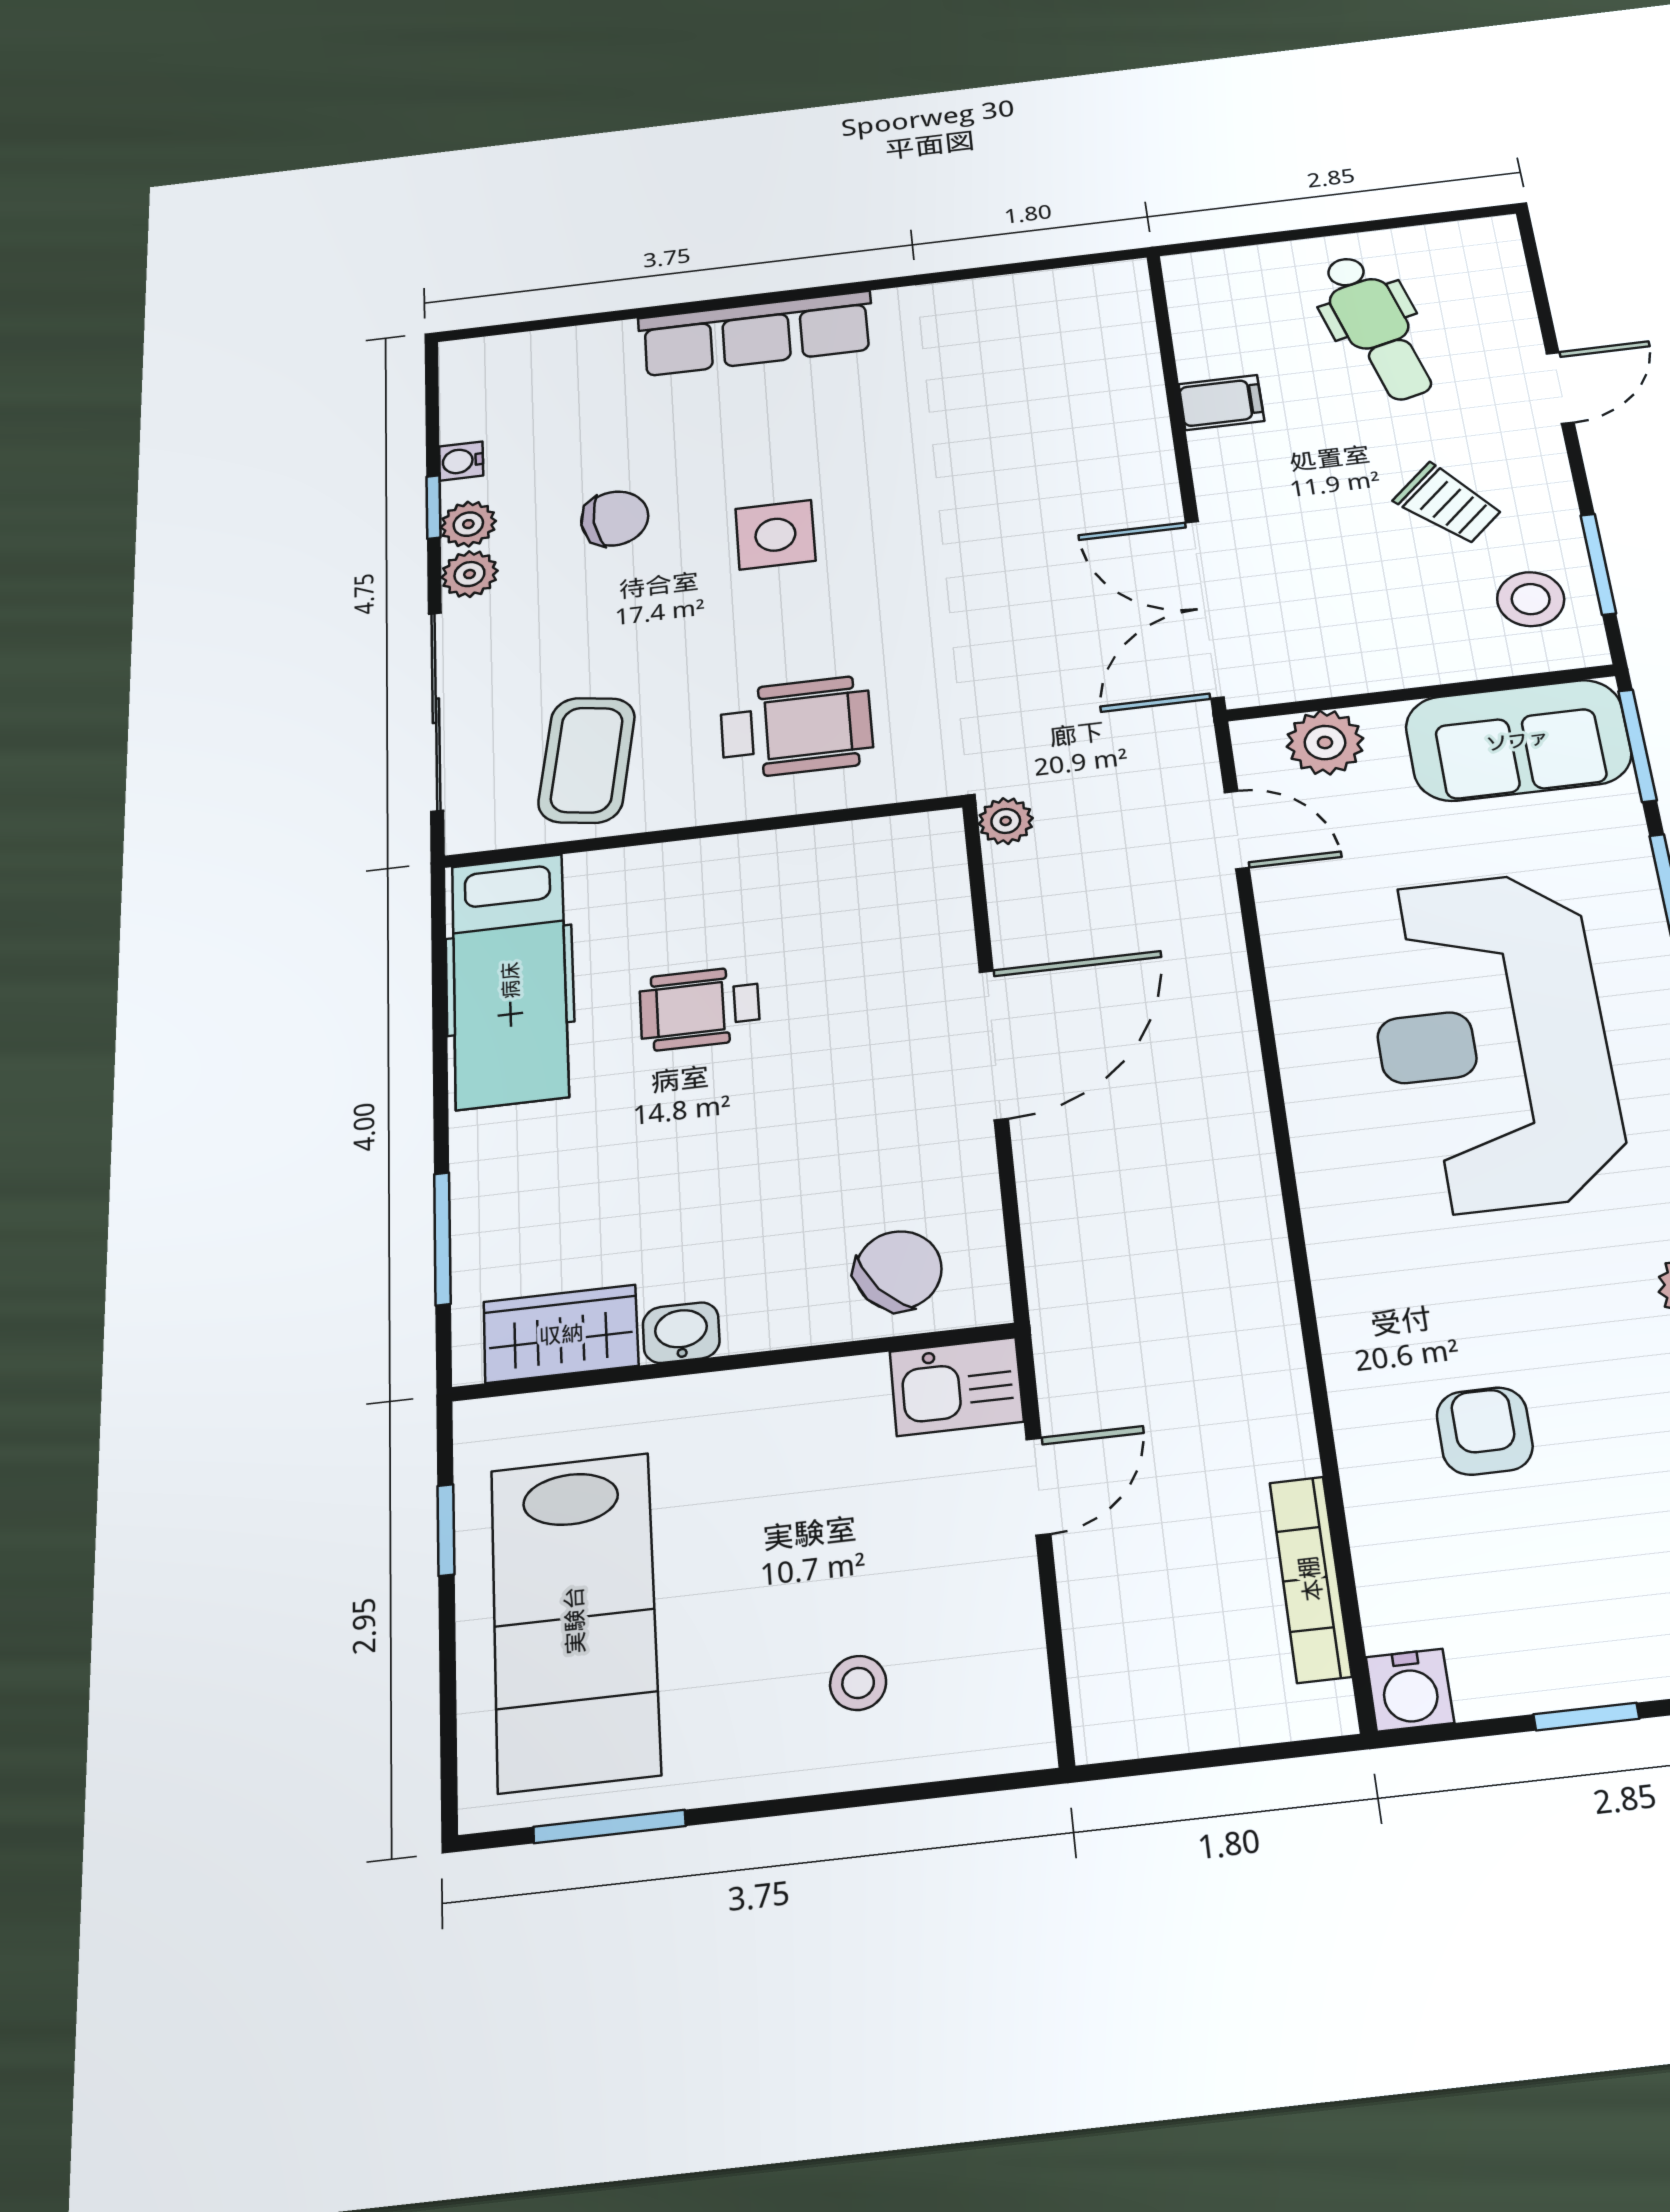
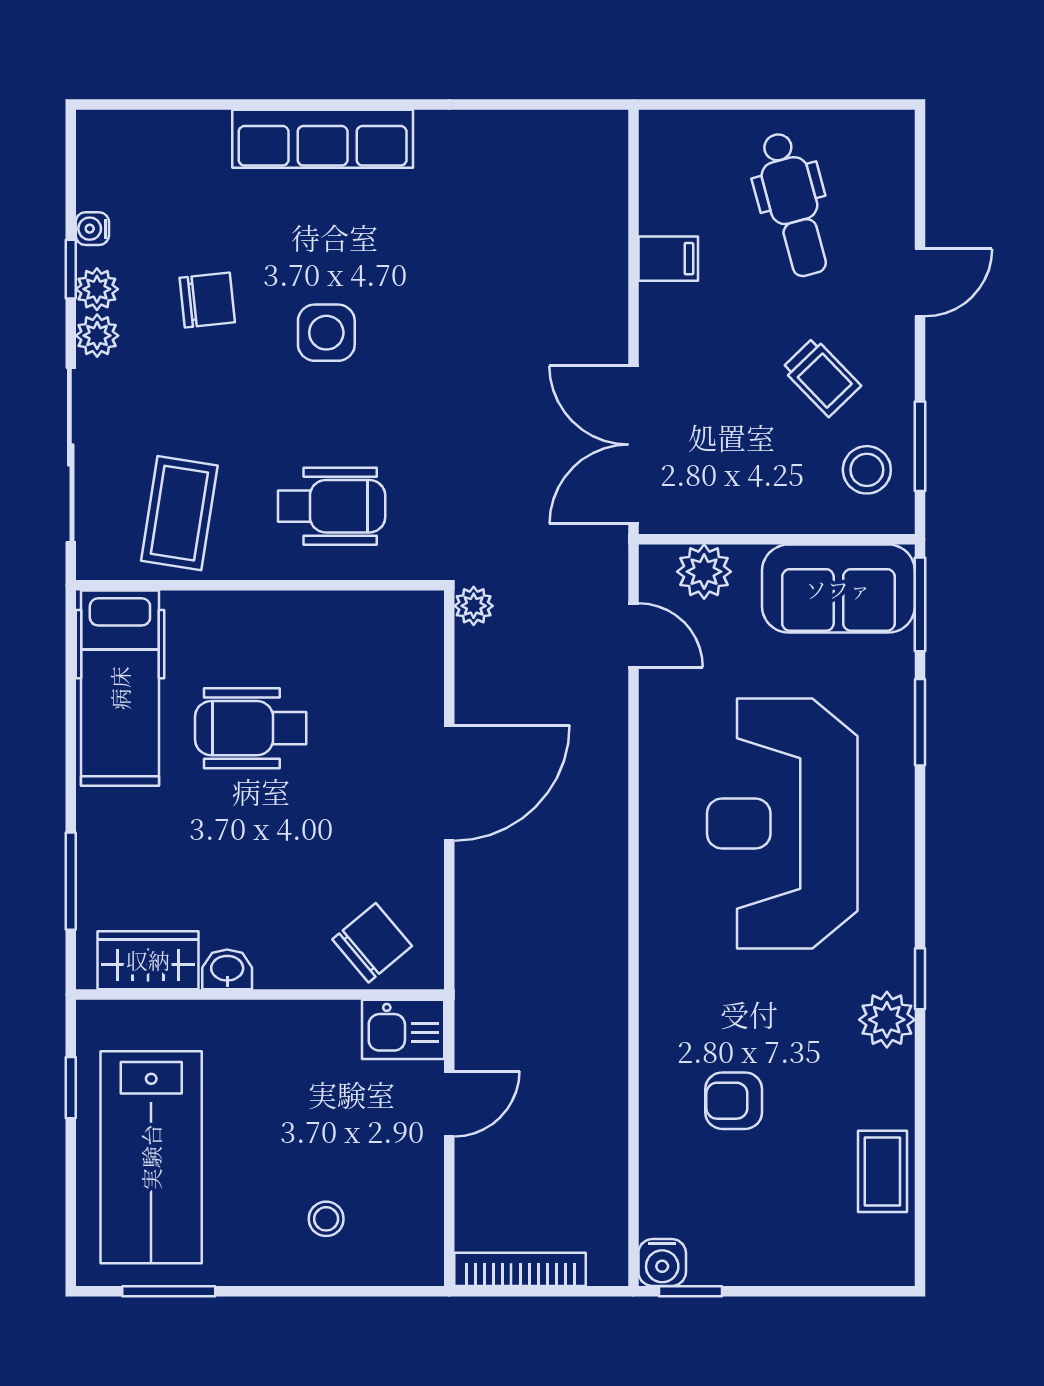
wheelchair: (700, 1008) -> (251, 728), width x1.36, depth x1.37
armchair: (1485, 1431) -> (734, 1101), turned -90
bookcase: (1310, 1579) -> (520, 1269), moved, turned 90
window: (1586, 1717) -> (691, 1291), moved

